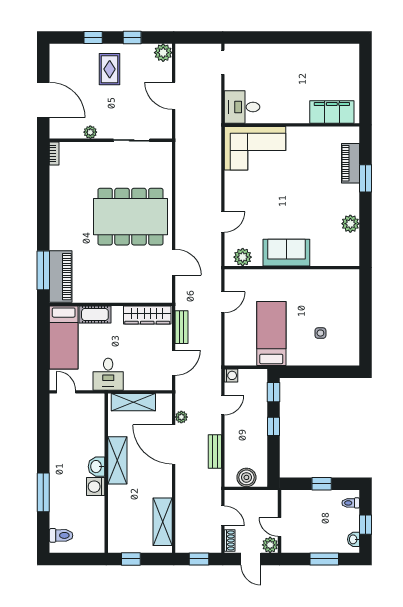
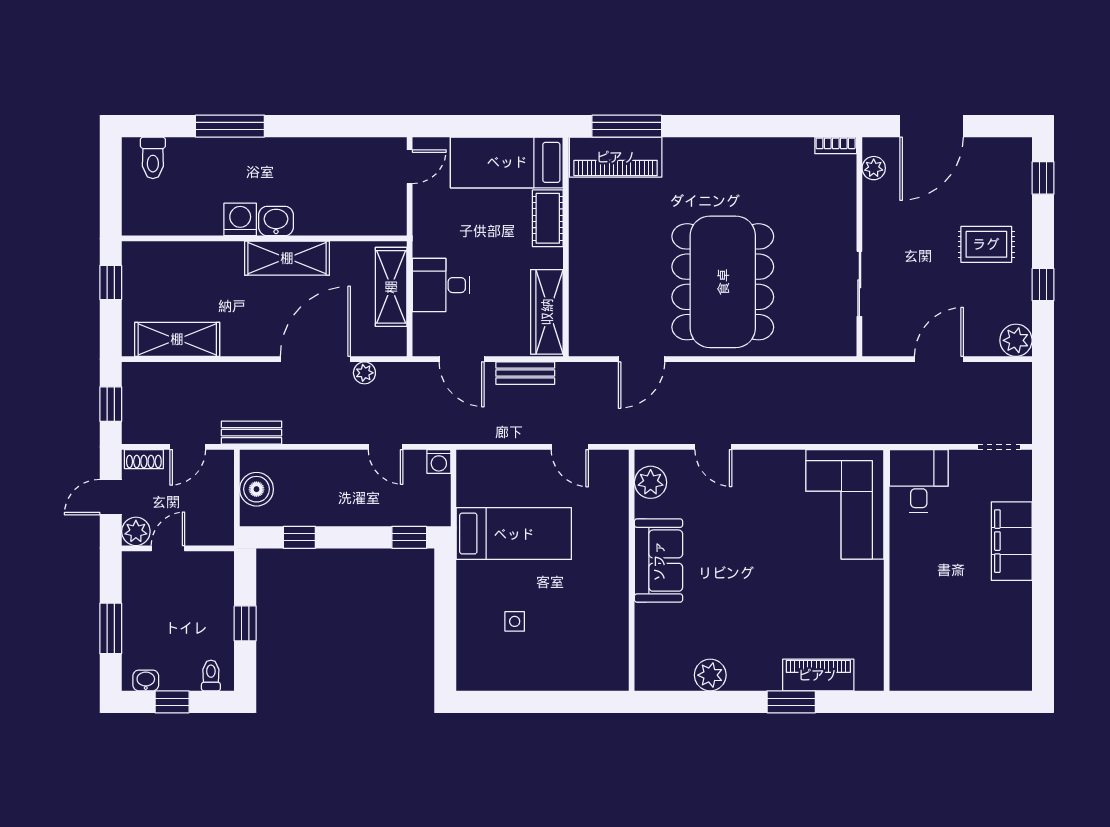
window: (93, 38) -> (1043, 178), moved
filing cabinet: (332, 112) -> (1012, 541), moved, turned 180
plant: (90, 132) -> (874, 168), moved
desk: (108, 374) -> (441, 285), moved
window: (273, 426) -> (299, 537), moved
bench: (215, 451) -> (252, 433), moved

